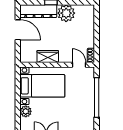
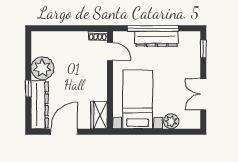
wardrobe: (48, 56) -> (99, 115), moved
door: (79, 65) -> (110, 51), swing flipped
dresser: (89, 100) -> (157, 39), added

